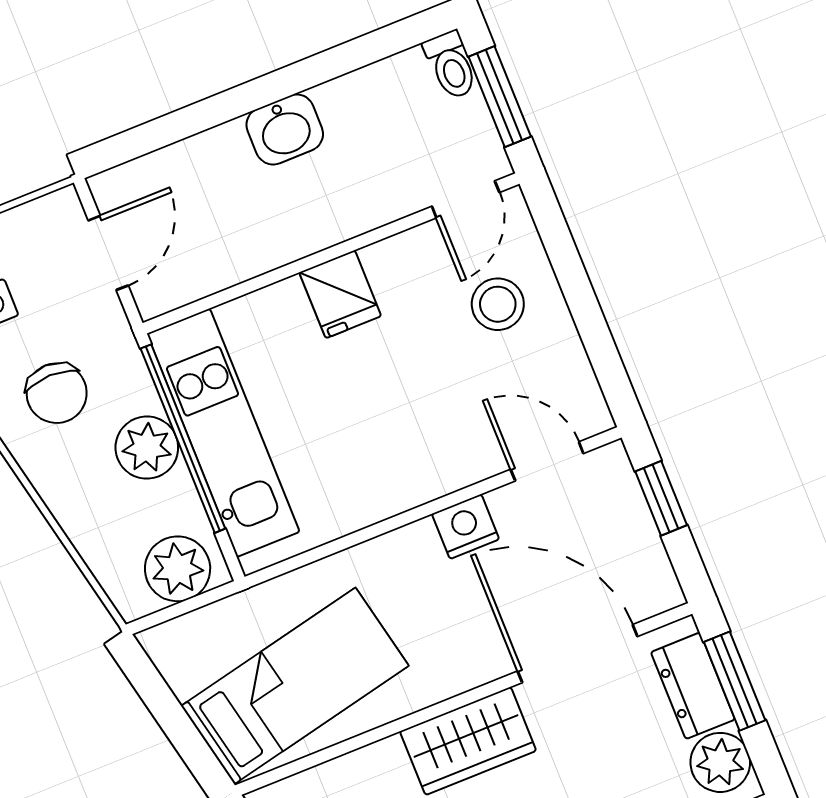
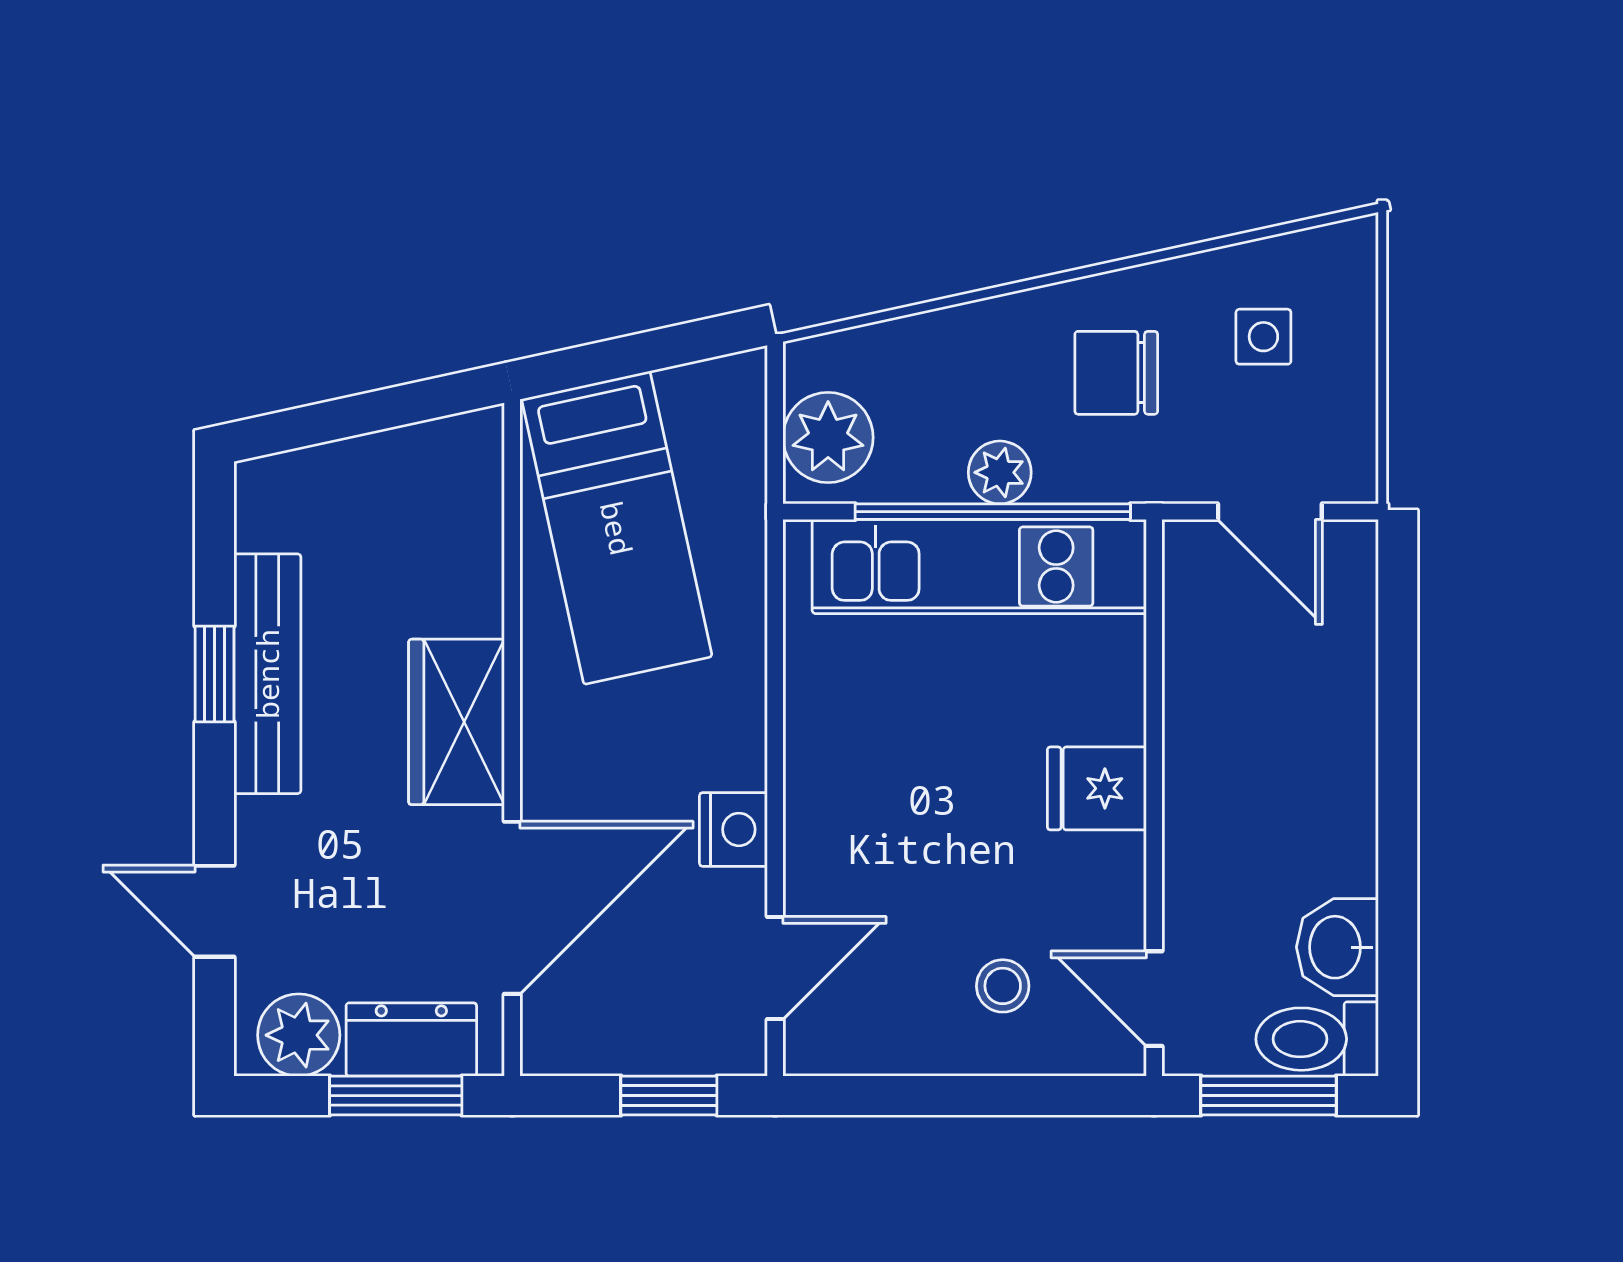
toilet: (451, 65) -> (1317, 1039), width x1.37, depth x1.39
washbasin: (285, 129) -> (1337, 947), moved
stool: (498, 304) -> (1003, 986), width x0.73, depth x0.73
plant: (147, 448) -> (1000, 472), width x0.73, depth x0.73

